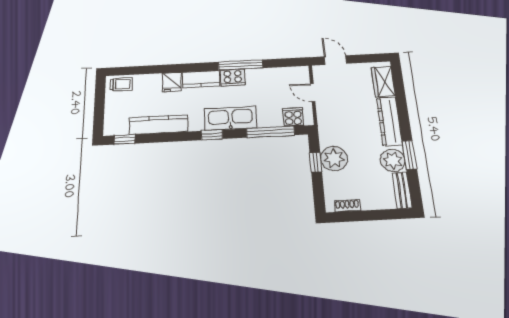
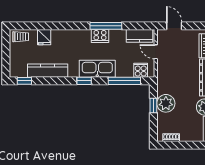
kitchen counter: (201, 79) -> (139, 36), moved
fridge: (172, 82) -> (44, 37), moved

